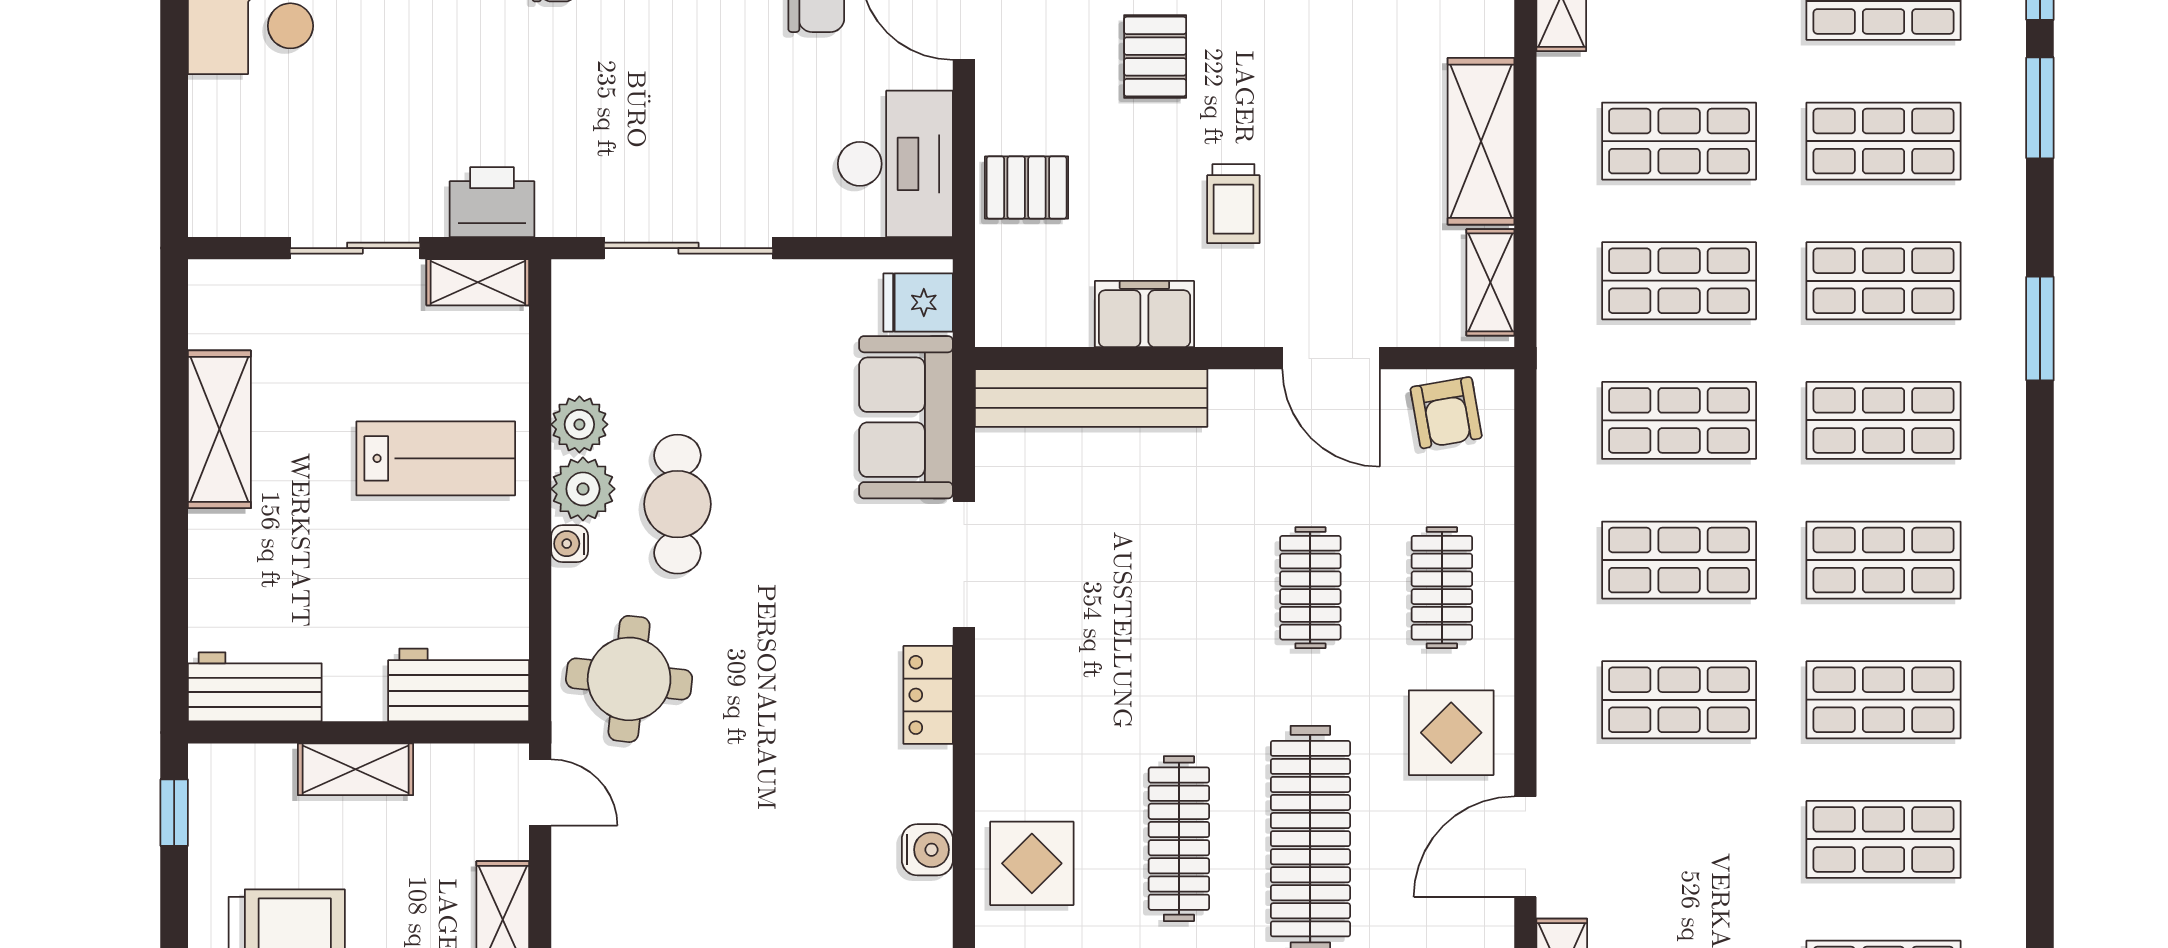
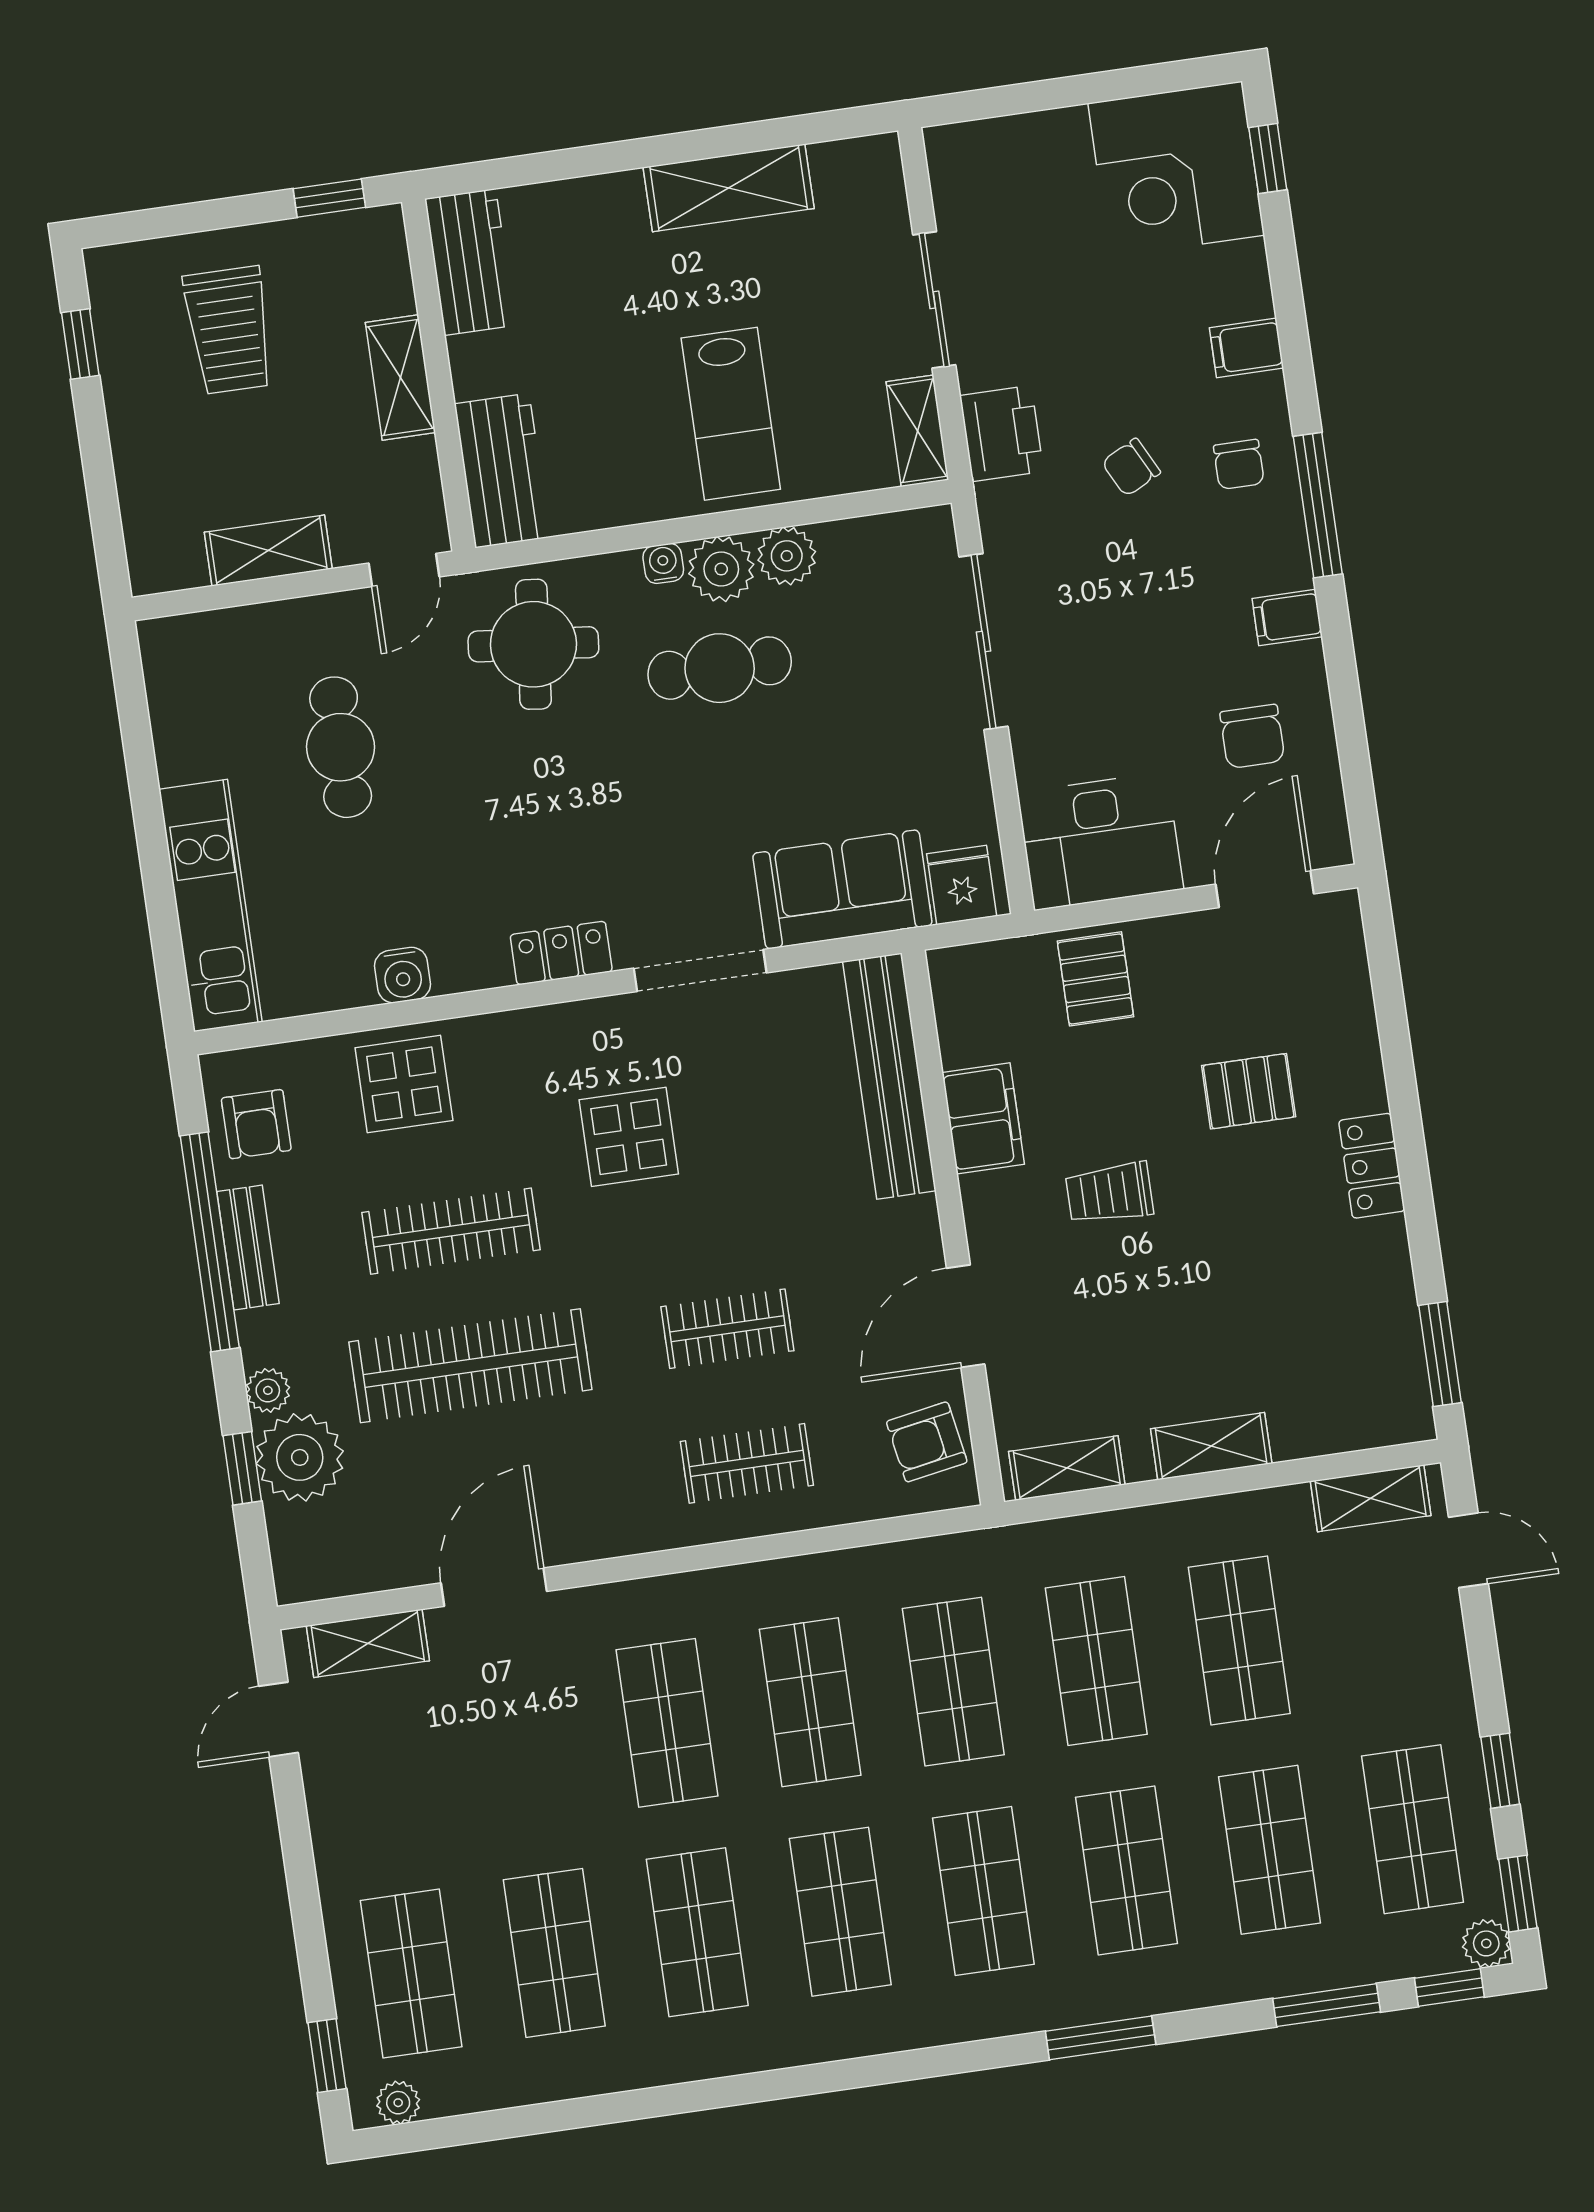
chair: (542, 83) -> (1131, 467), added
shelving: (1481, 141) -> (1211, 1446), width x0.67, depth x0.75
display table: (1451, 733) -> (629, 1137), moved
door: (1525, 847) -> (494, 1587), hinge flipped
cafe table: (701, 878) -> (341, 747), added

